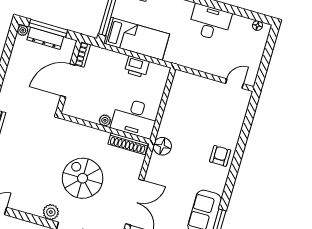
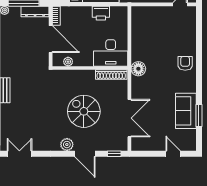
dresser: (45, 38) -> (35, 11), moved
door: (68, 81) -> (51, 39), swing flipped
plant: (105, 120) -> (68, 62), moved

